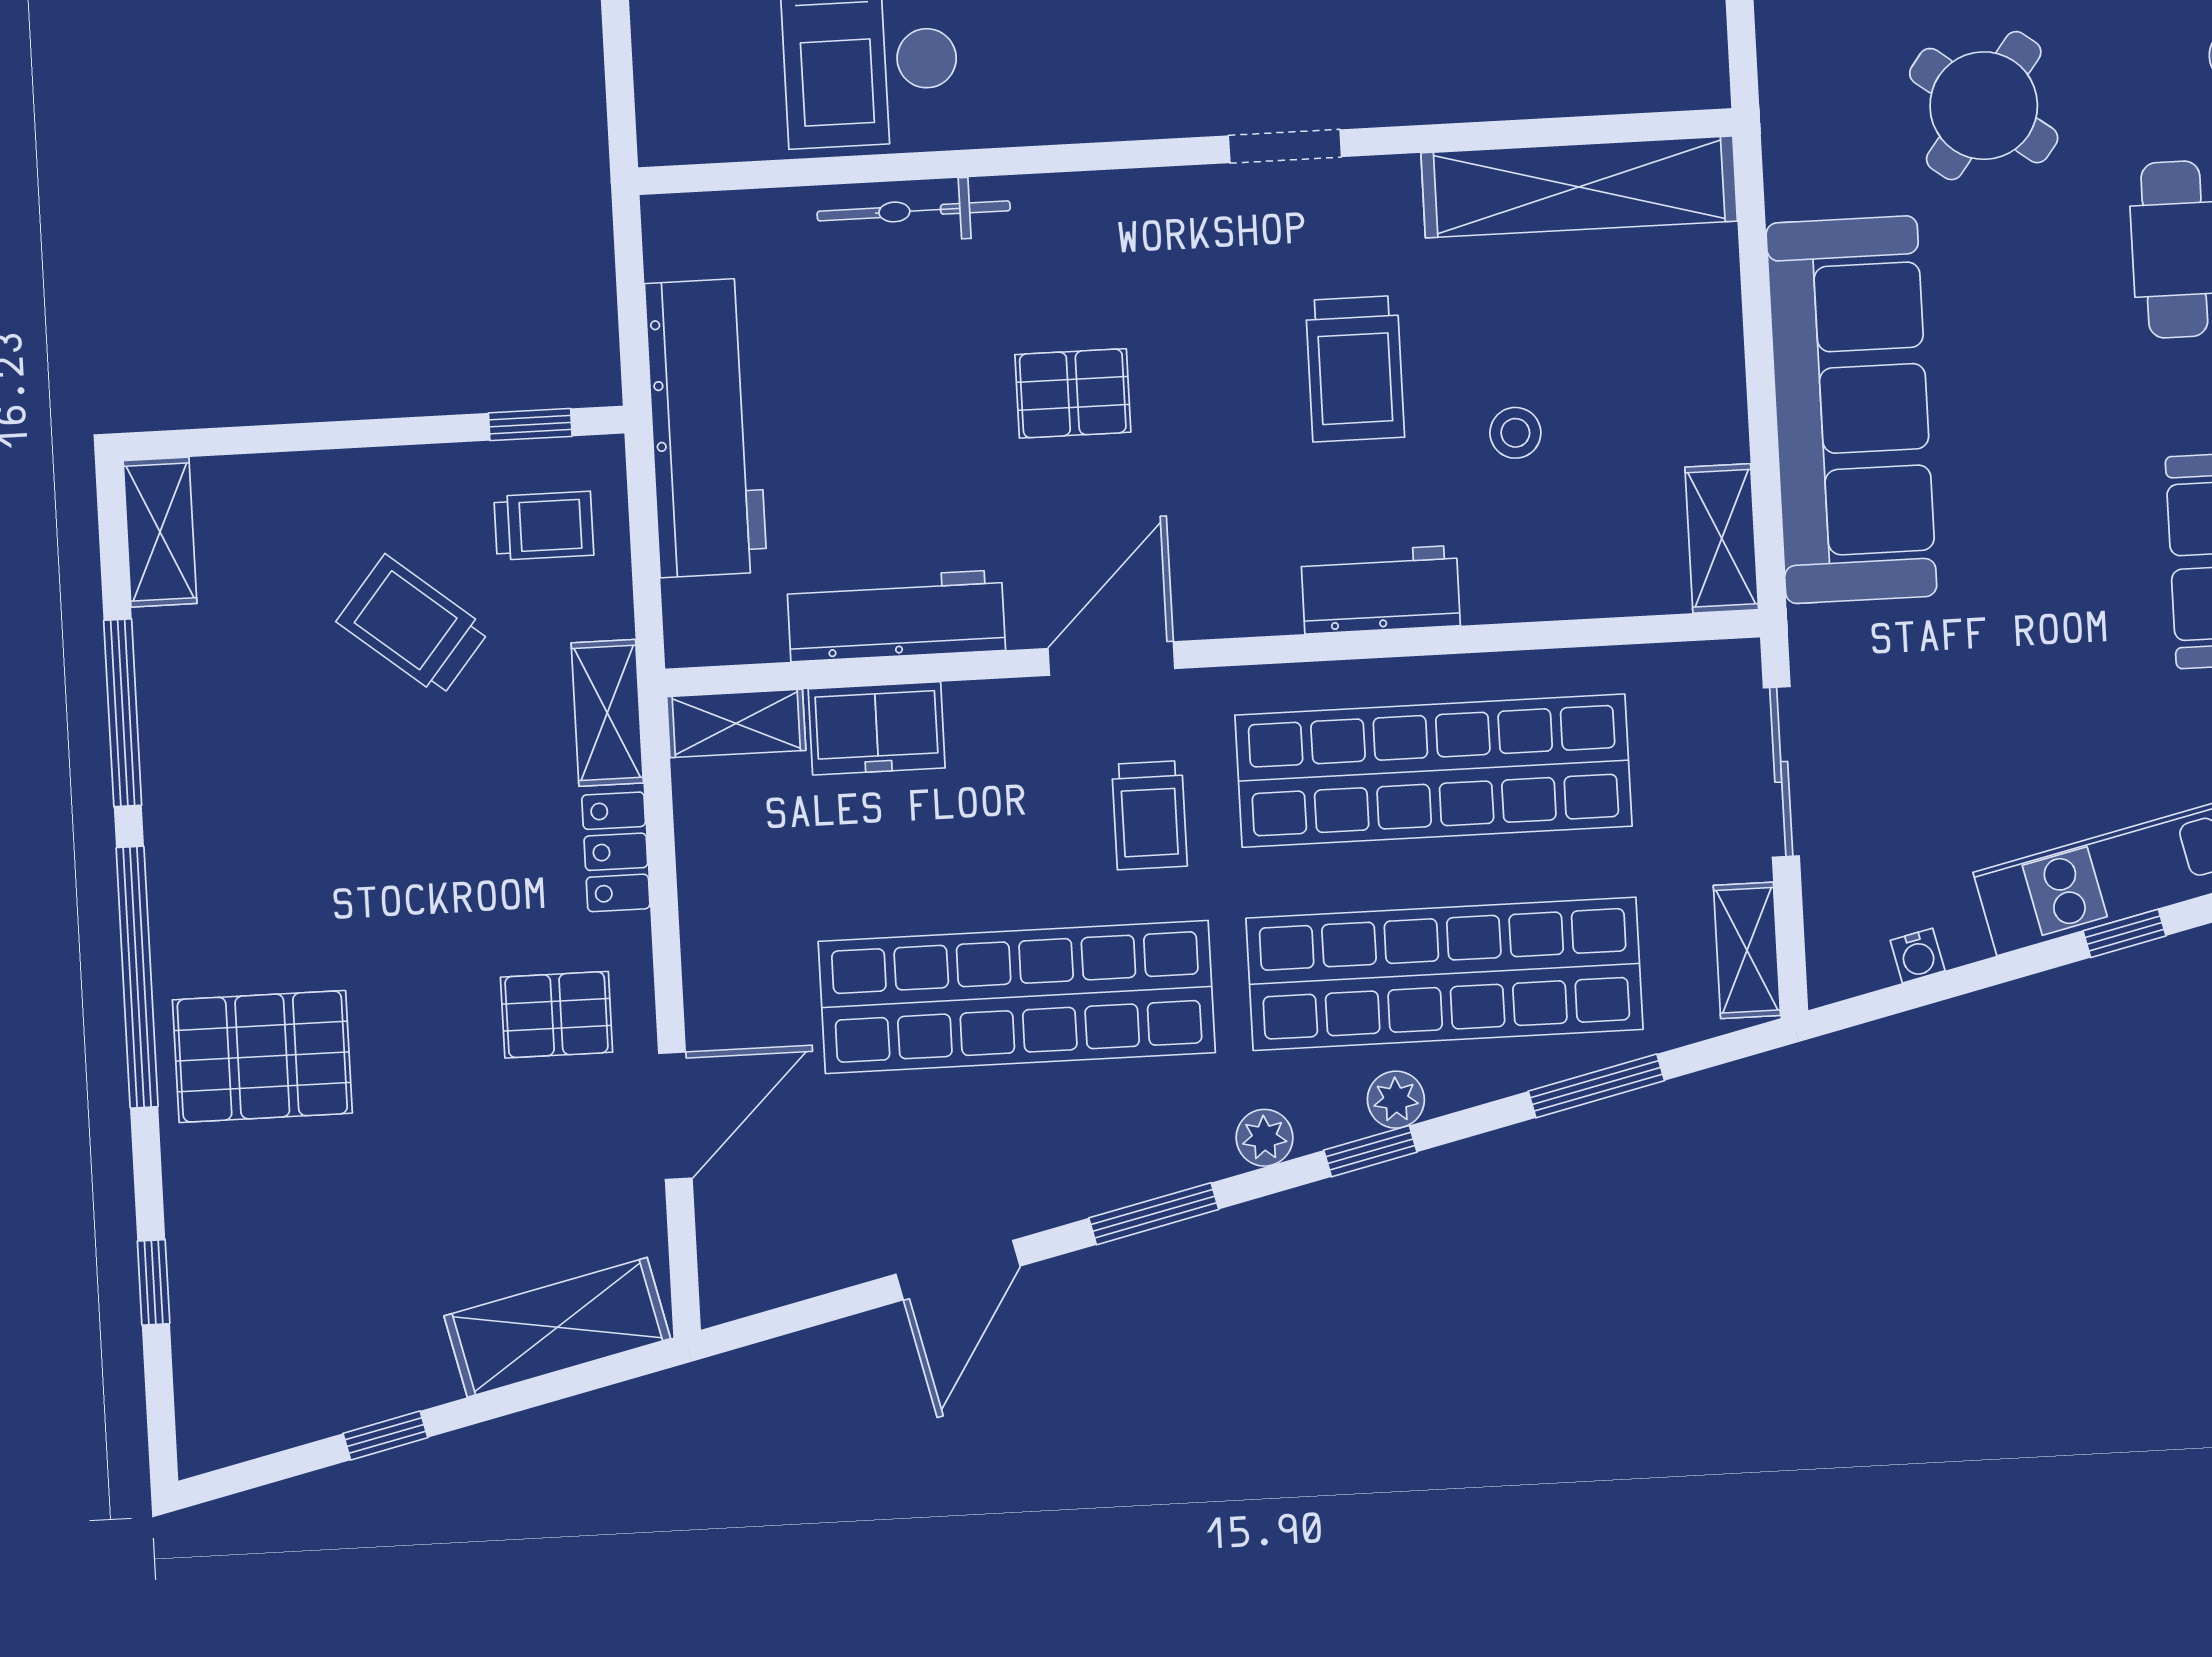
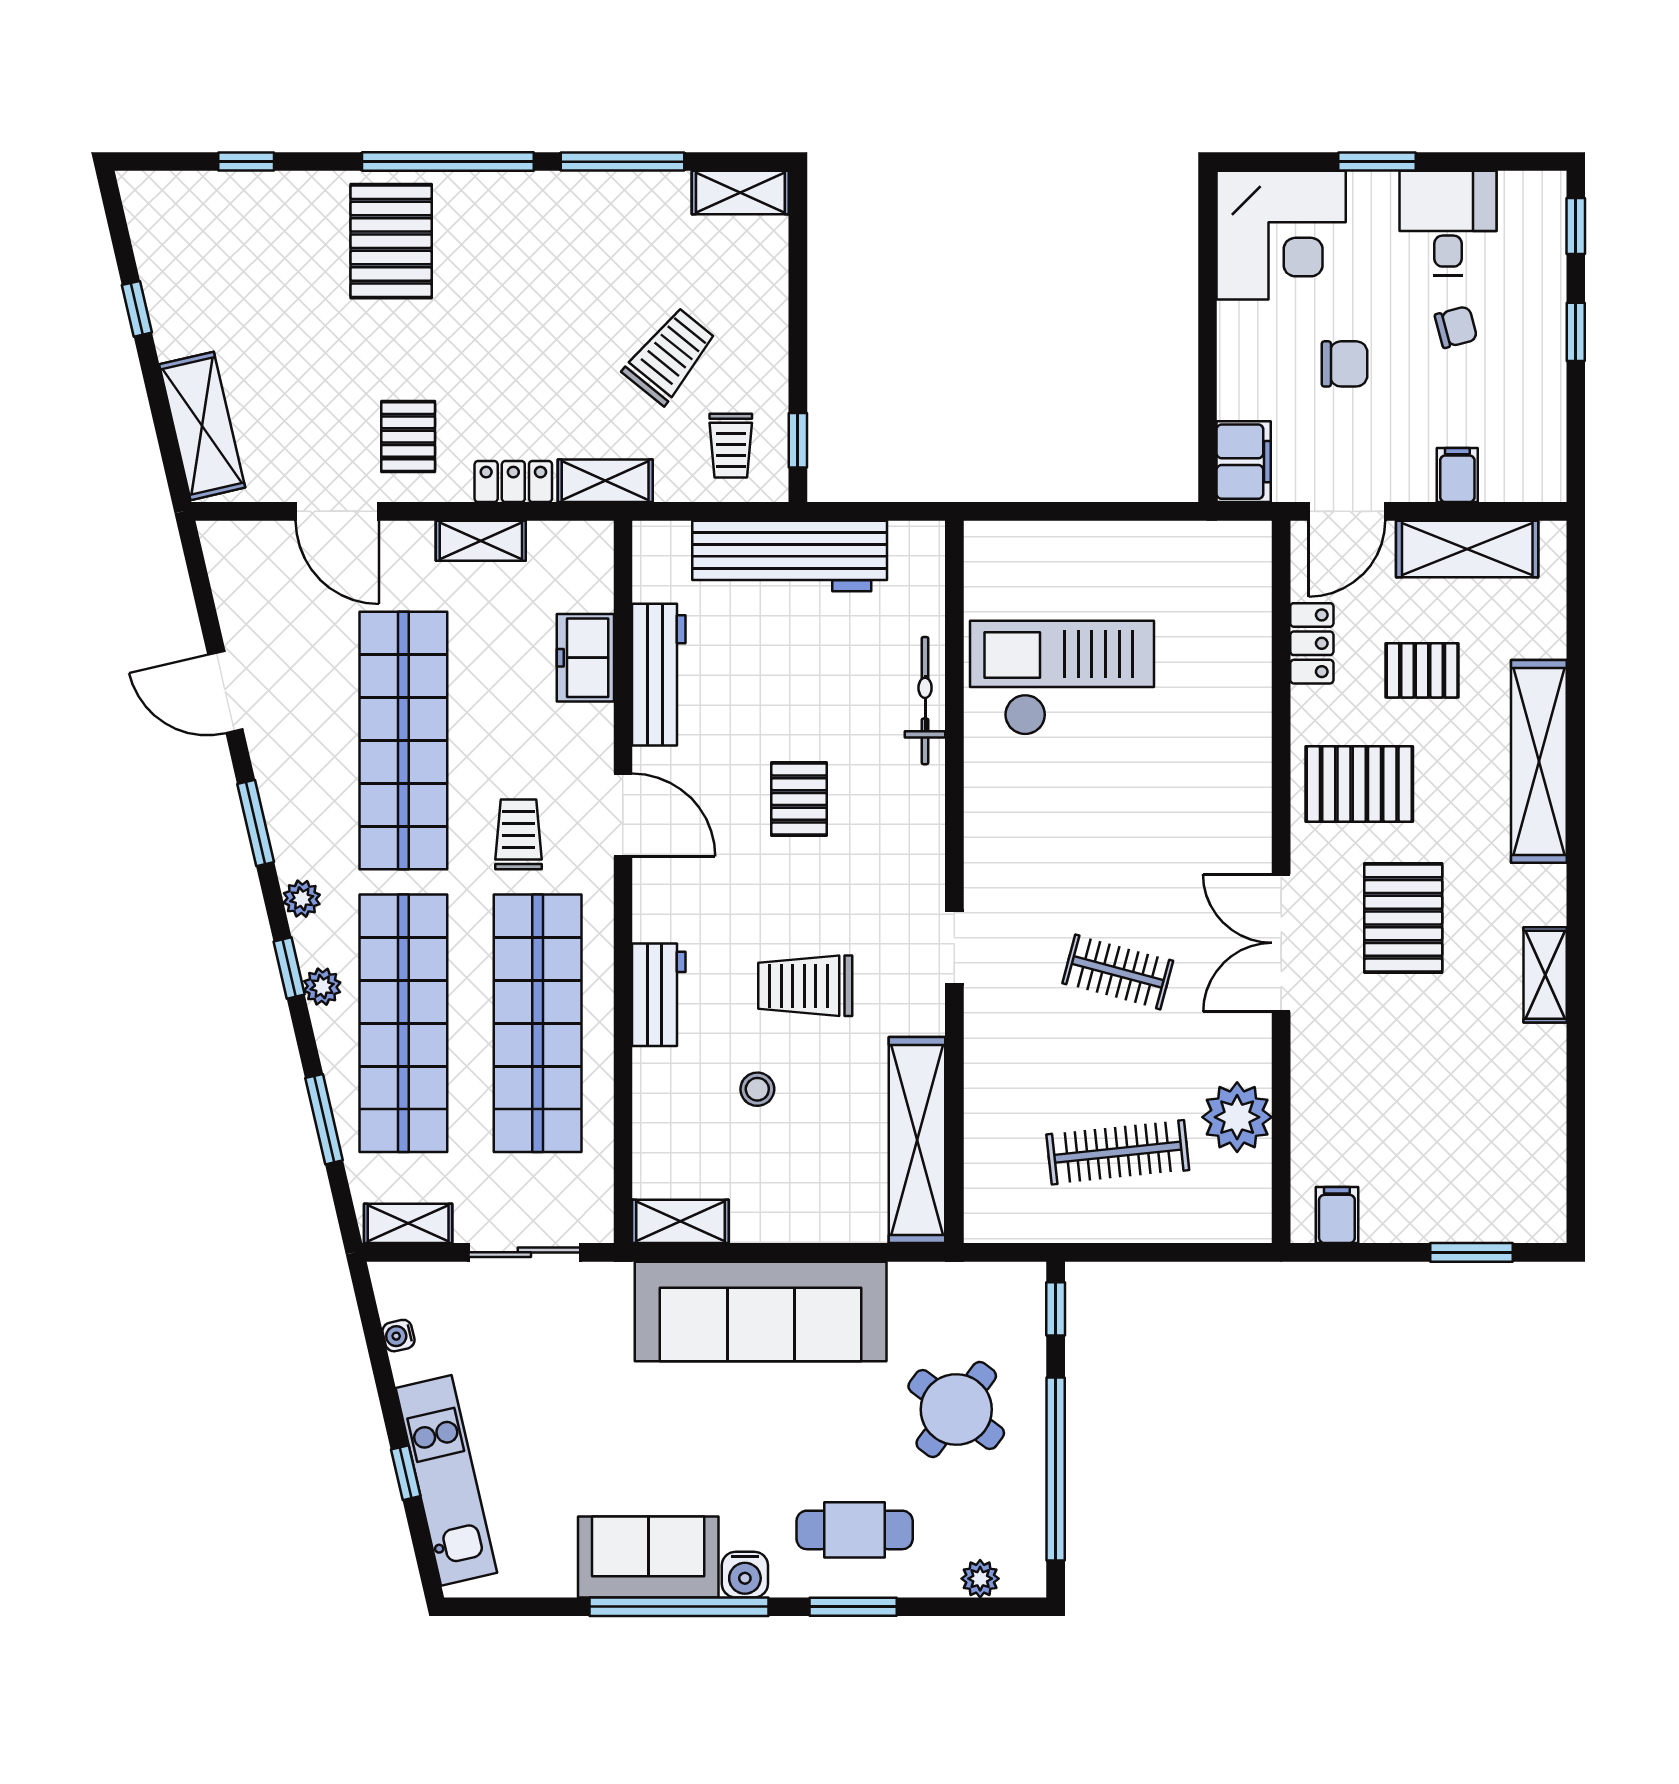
shelving: (736, 723) -> (481, 541), moved, turned 90
trolley: (1149, 815) -> (518, 834), turned 90

